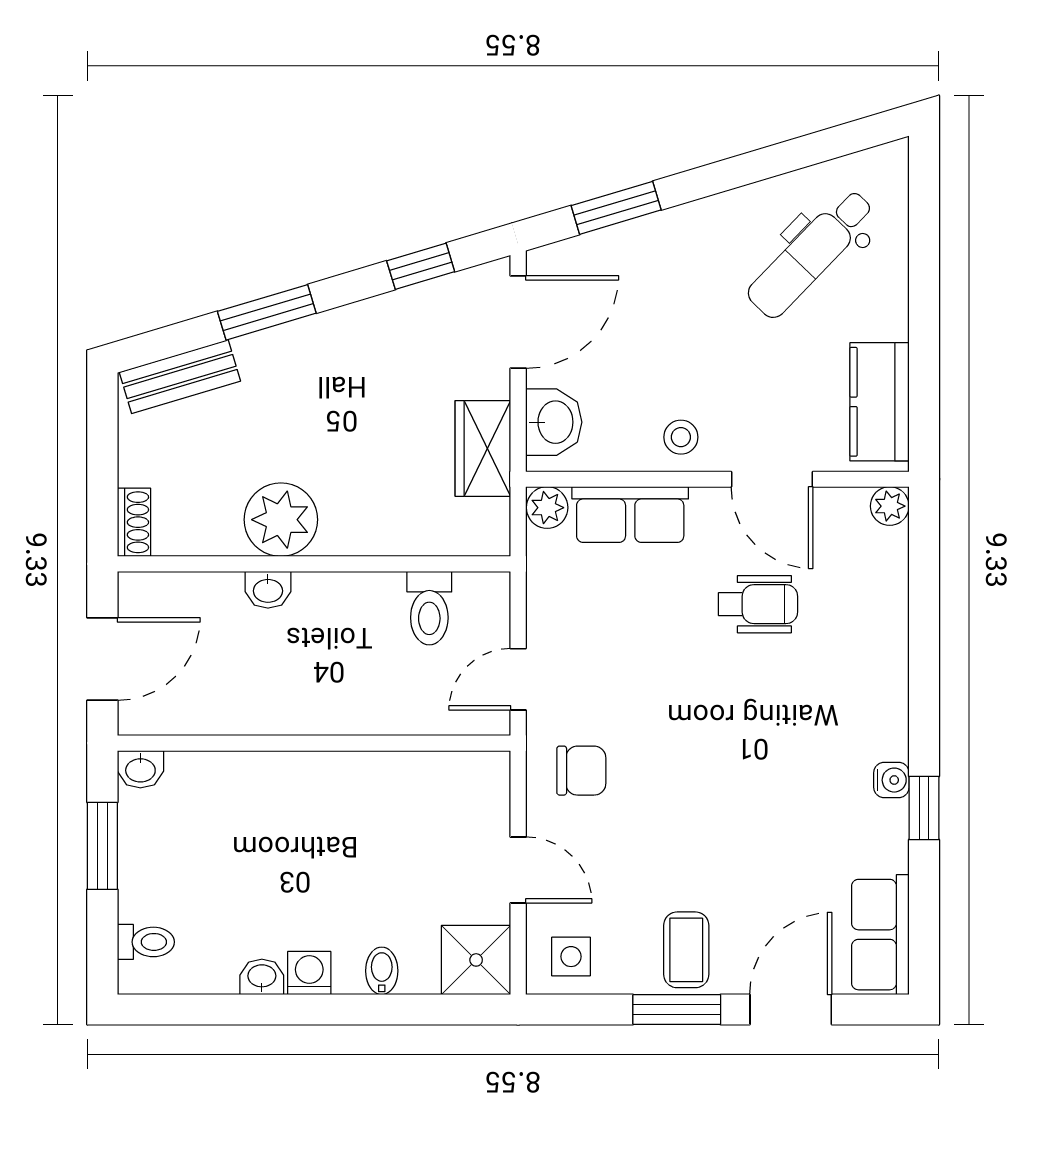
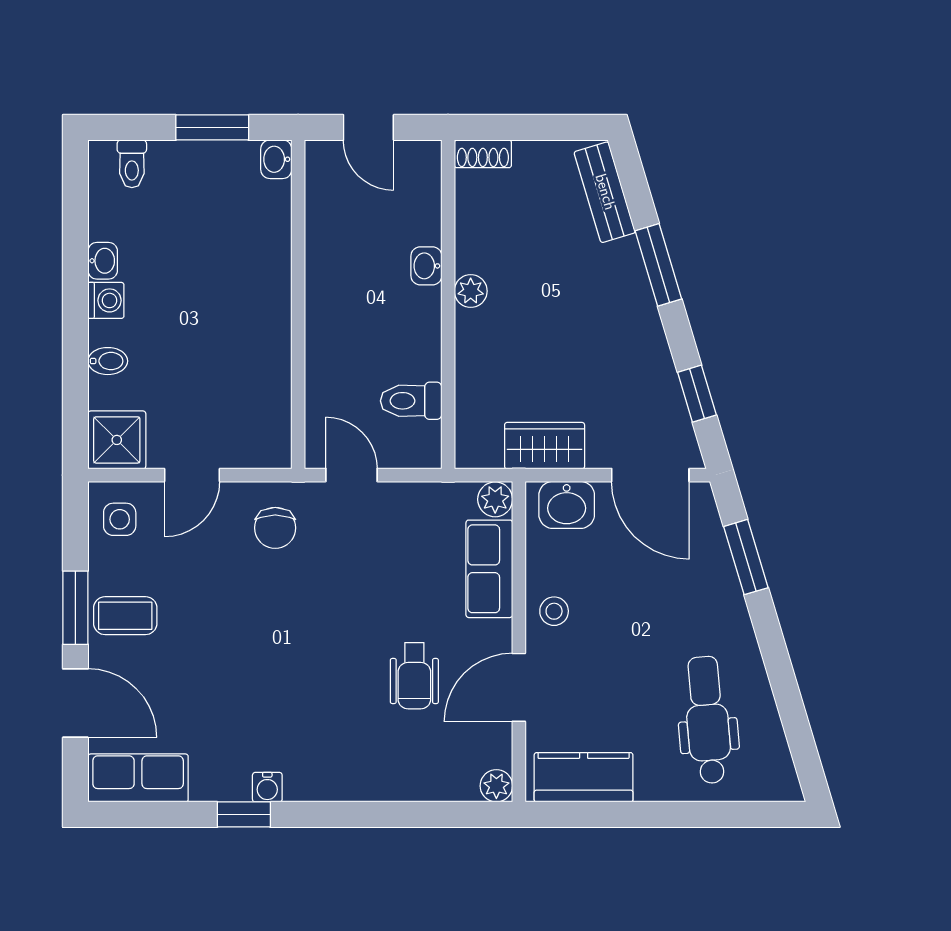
dental chair: (811, 254) -> (708, 720), turned 41
plant: (281, 520) -> (471, 291), width x0.53, depth x0.53
door: (102, 659) -> (368, 127), width x0.73

